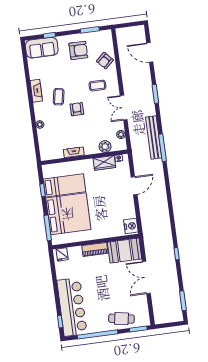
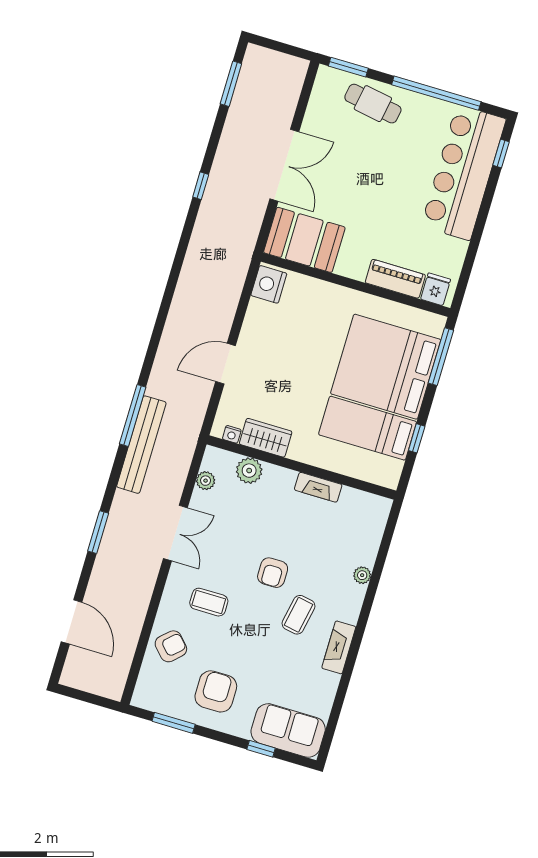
armchair: (78, 50) -> (216, 691), turned 90
piano: (95, 249) -> (395, 279), moved

